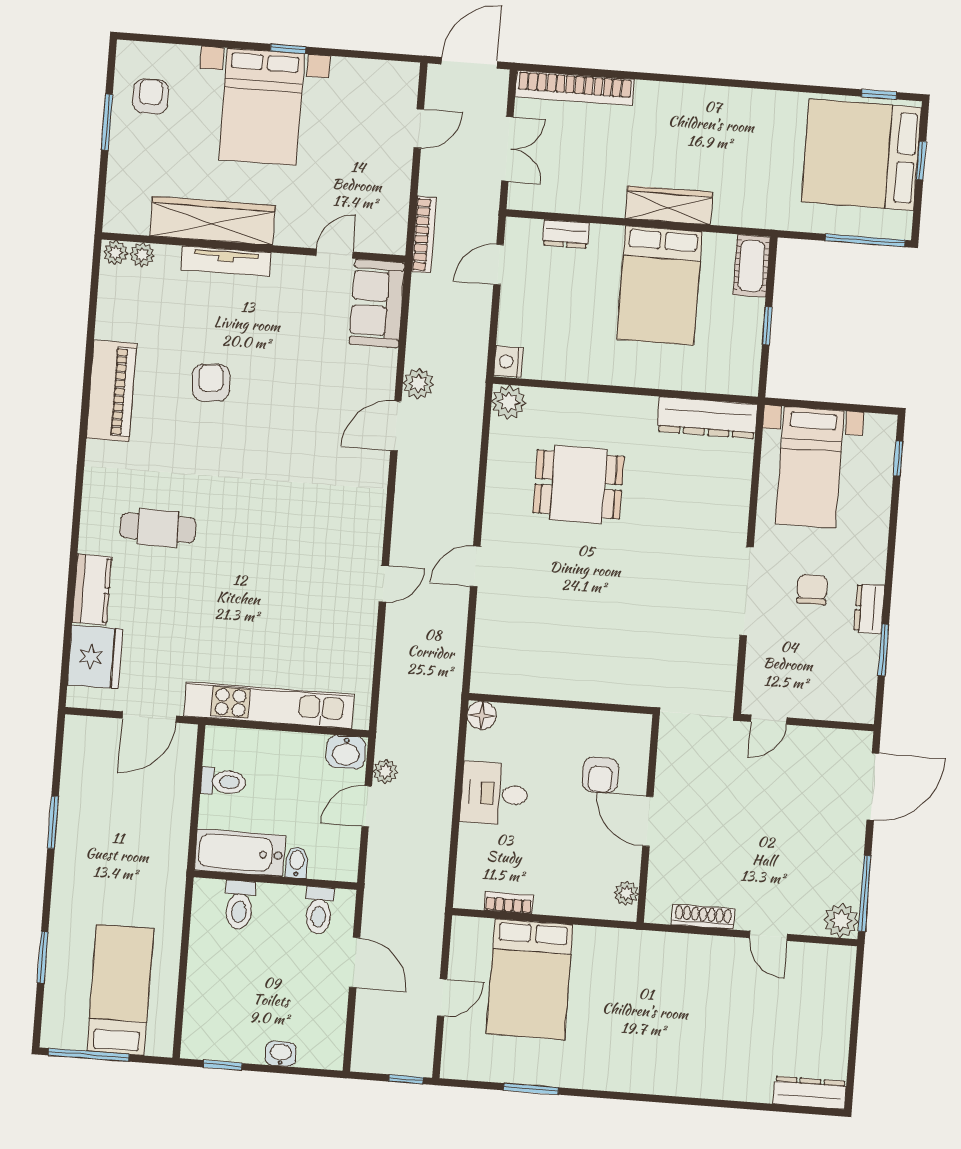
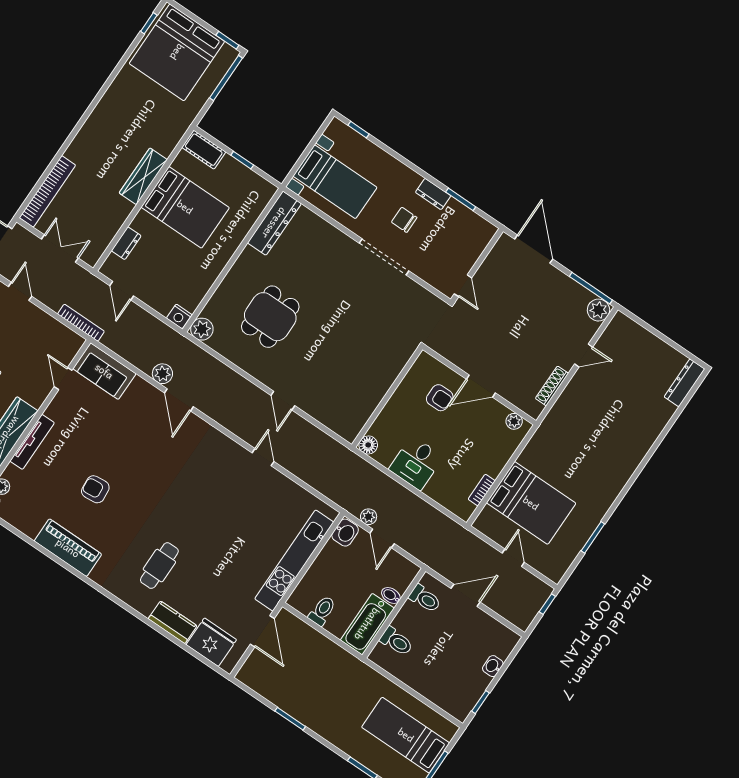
window: (921, 161) -> (227, 40), moved

